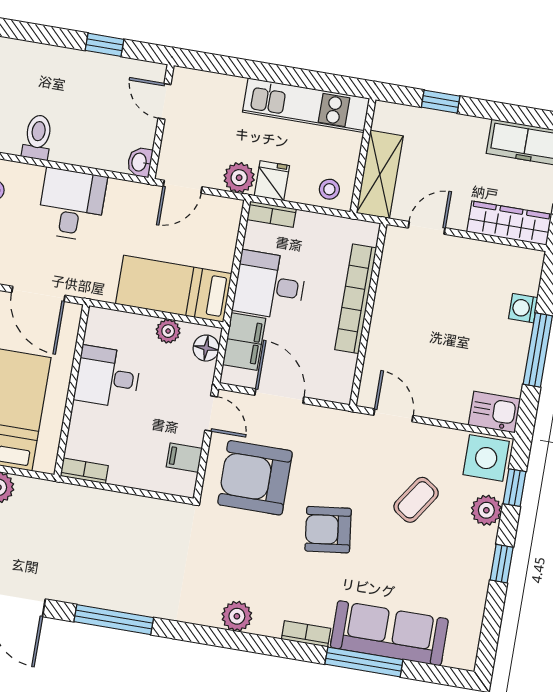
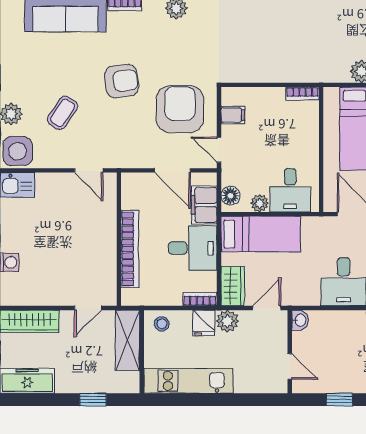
wardrobe: (224, 224) -> (233, 286), added
desk: (108, 377) -> (290, 190), moved, turned 90
armchair: (255, 478) -> (180, 109), turned -90

